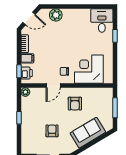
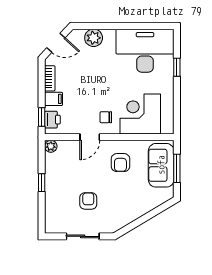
desk: (102, 21) -> (145, 51), width x1.87, depth x1.30
sofa: (88, 133) -> (161, 165), moved, turned -59

